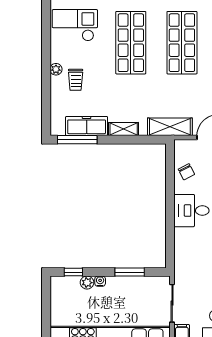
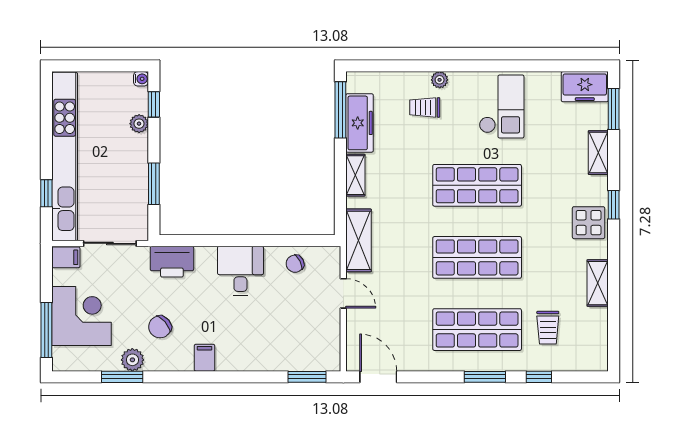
printer: (185, 259) -> (172, 262), added
water cooler: (100, 281) -> (141, 79), moved

